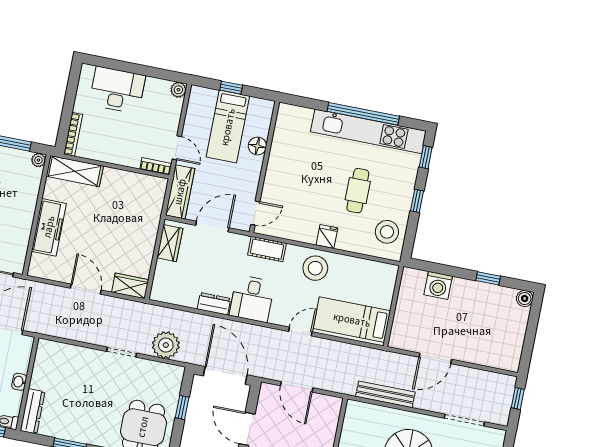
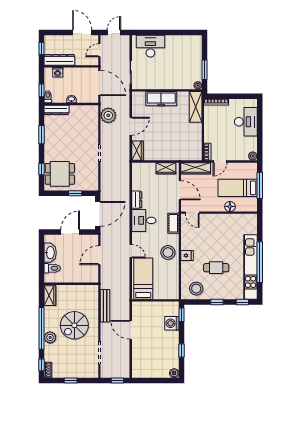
window: (231, 88) -> (260, 185), width x2.17
window: (427, 266) -> (181, 315), added
plant: (166, 345) -> (108, 115), moved

